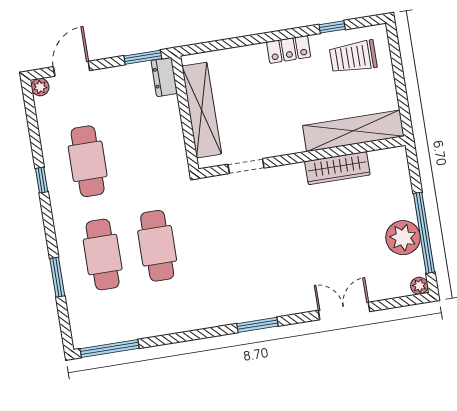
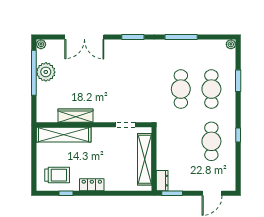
plant: (40, 87) -> (231, 44), moved
double door: (344, 311) -> (84, 37), width x1.37
window: (110, 349) -> (181, 37), moved

